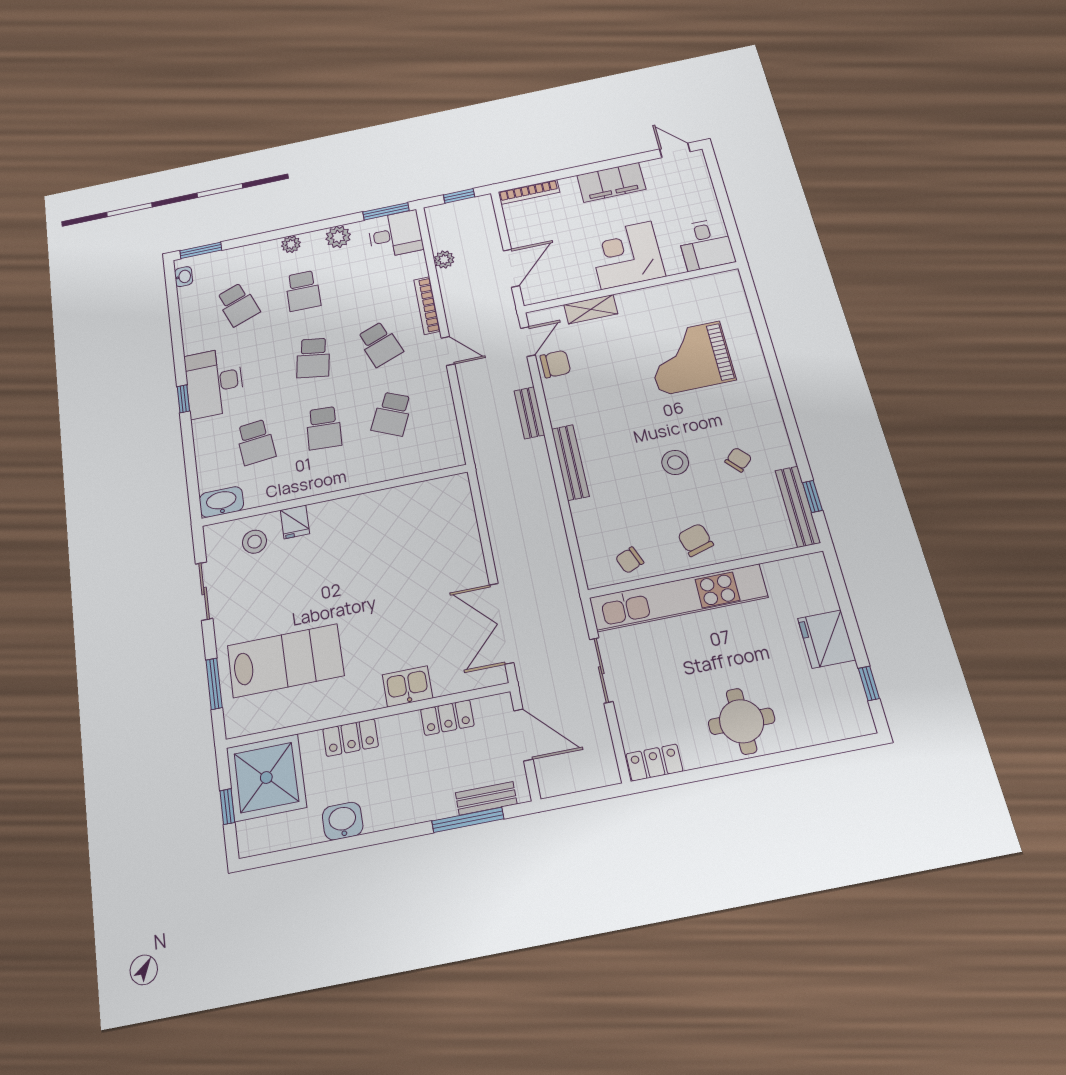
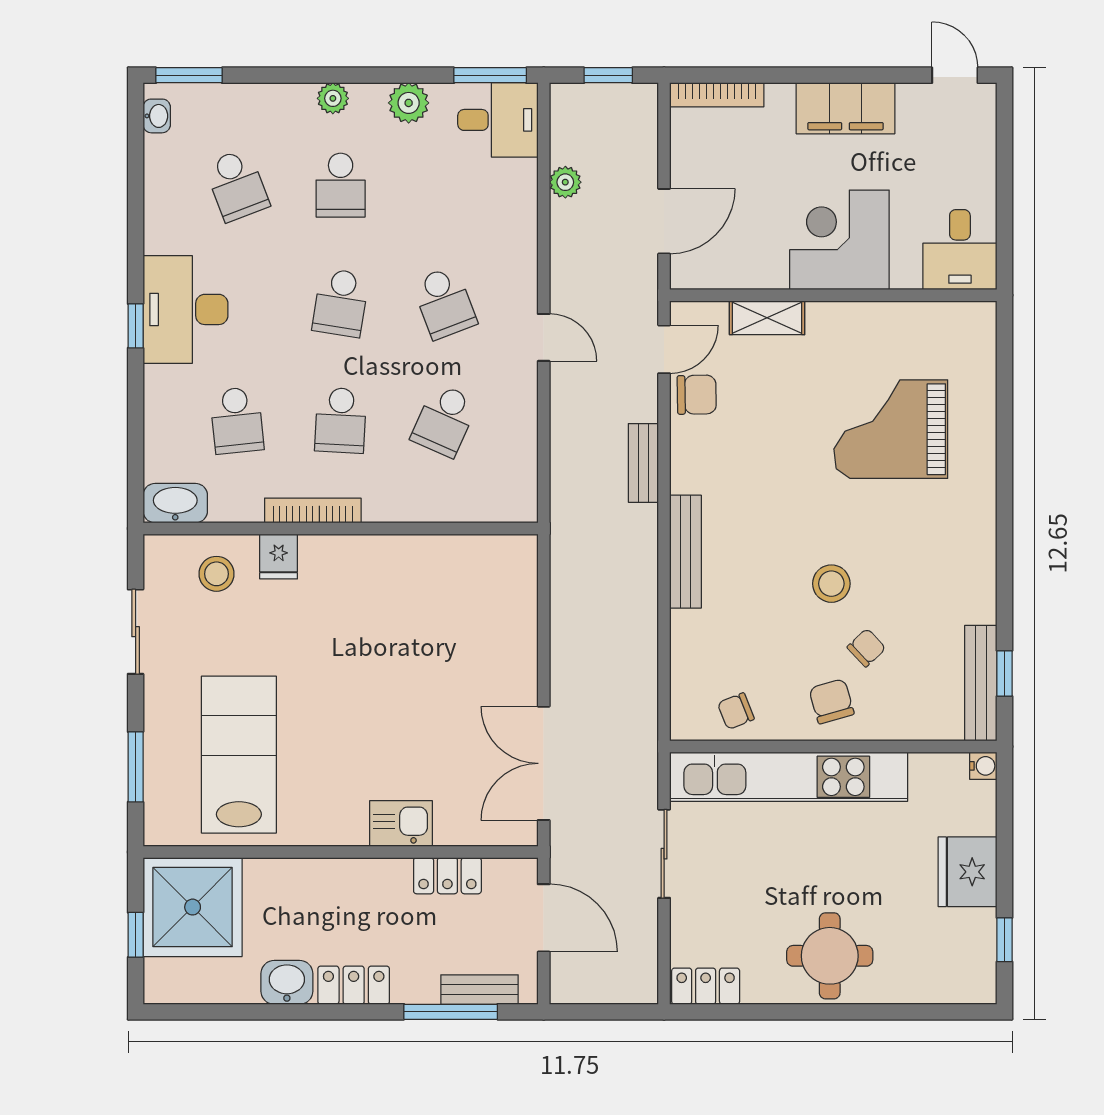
bookcase: (427, 305) -> (313, 510), moved, turned 90
chair: (738, 460) -> (866, 648), moved
water cooler: (816, 562) -> (983, 766), added
lab bench: (285, 661) -> (239, 755), turned -90
locker: (351, 738) -> (354, 985), moved, turned 180

